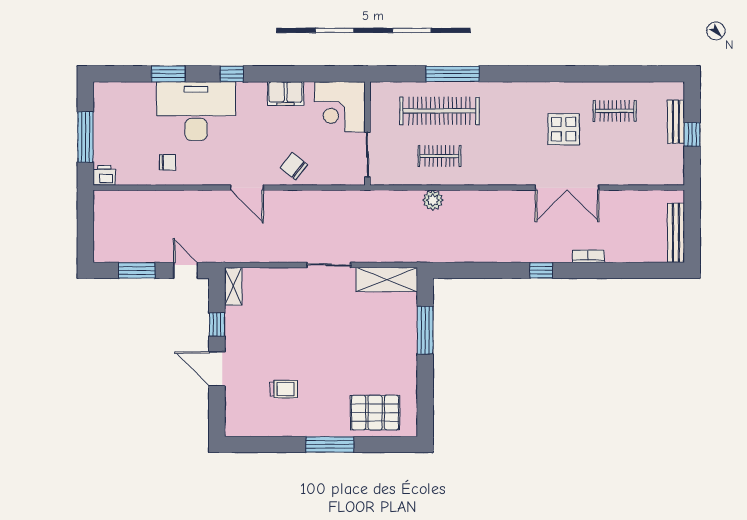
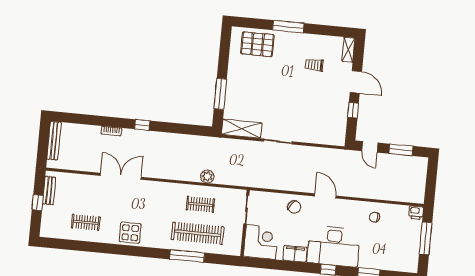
desk: (196, 111) -> (334, 246), moved
bench: (676, 122) -> (49, 191), moved
display table: (564, 129) -> (130, 233), moved
shelving: (233, 286) -> (348, 50), moved

